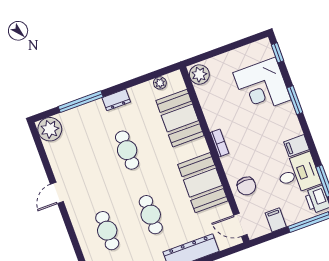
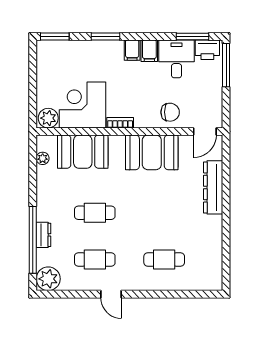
window: (278, 53) -> (55, 36), width x1.50
corner desk: (262, 86) -> (82, 105), moved, turned 180
dresser: (116, 100) -> (43, 235), moved
window: (81, 102) -> (33, 240), width x1.46
cafe table: (151, 215) -> (95, 259), moved
filing cabinet: (276, 220) -> (132, 50), moved, turned -90

